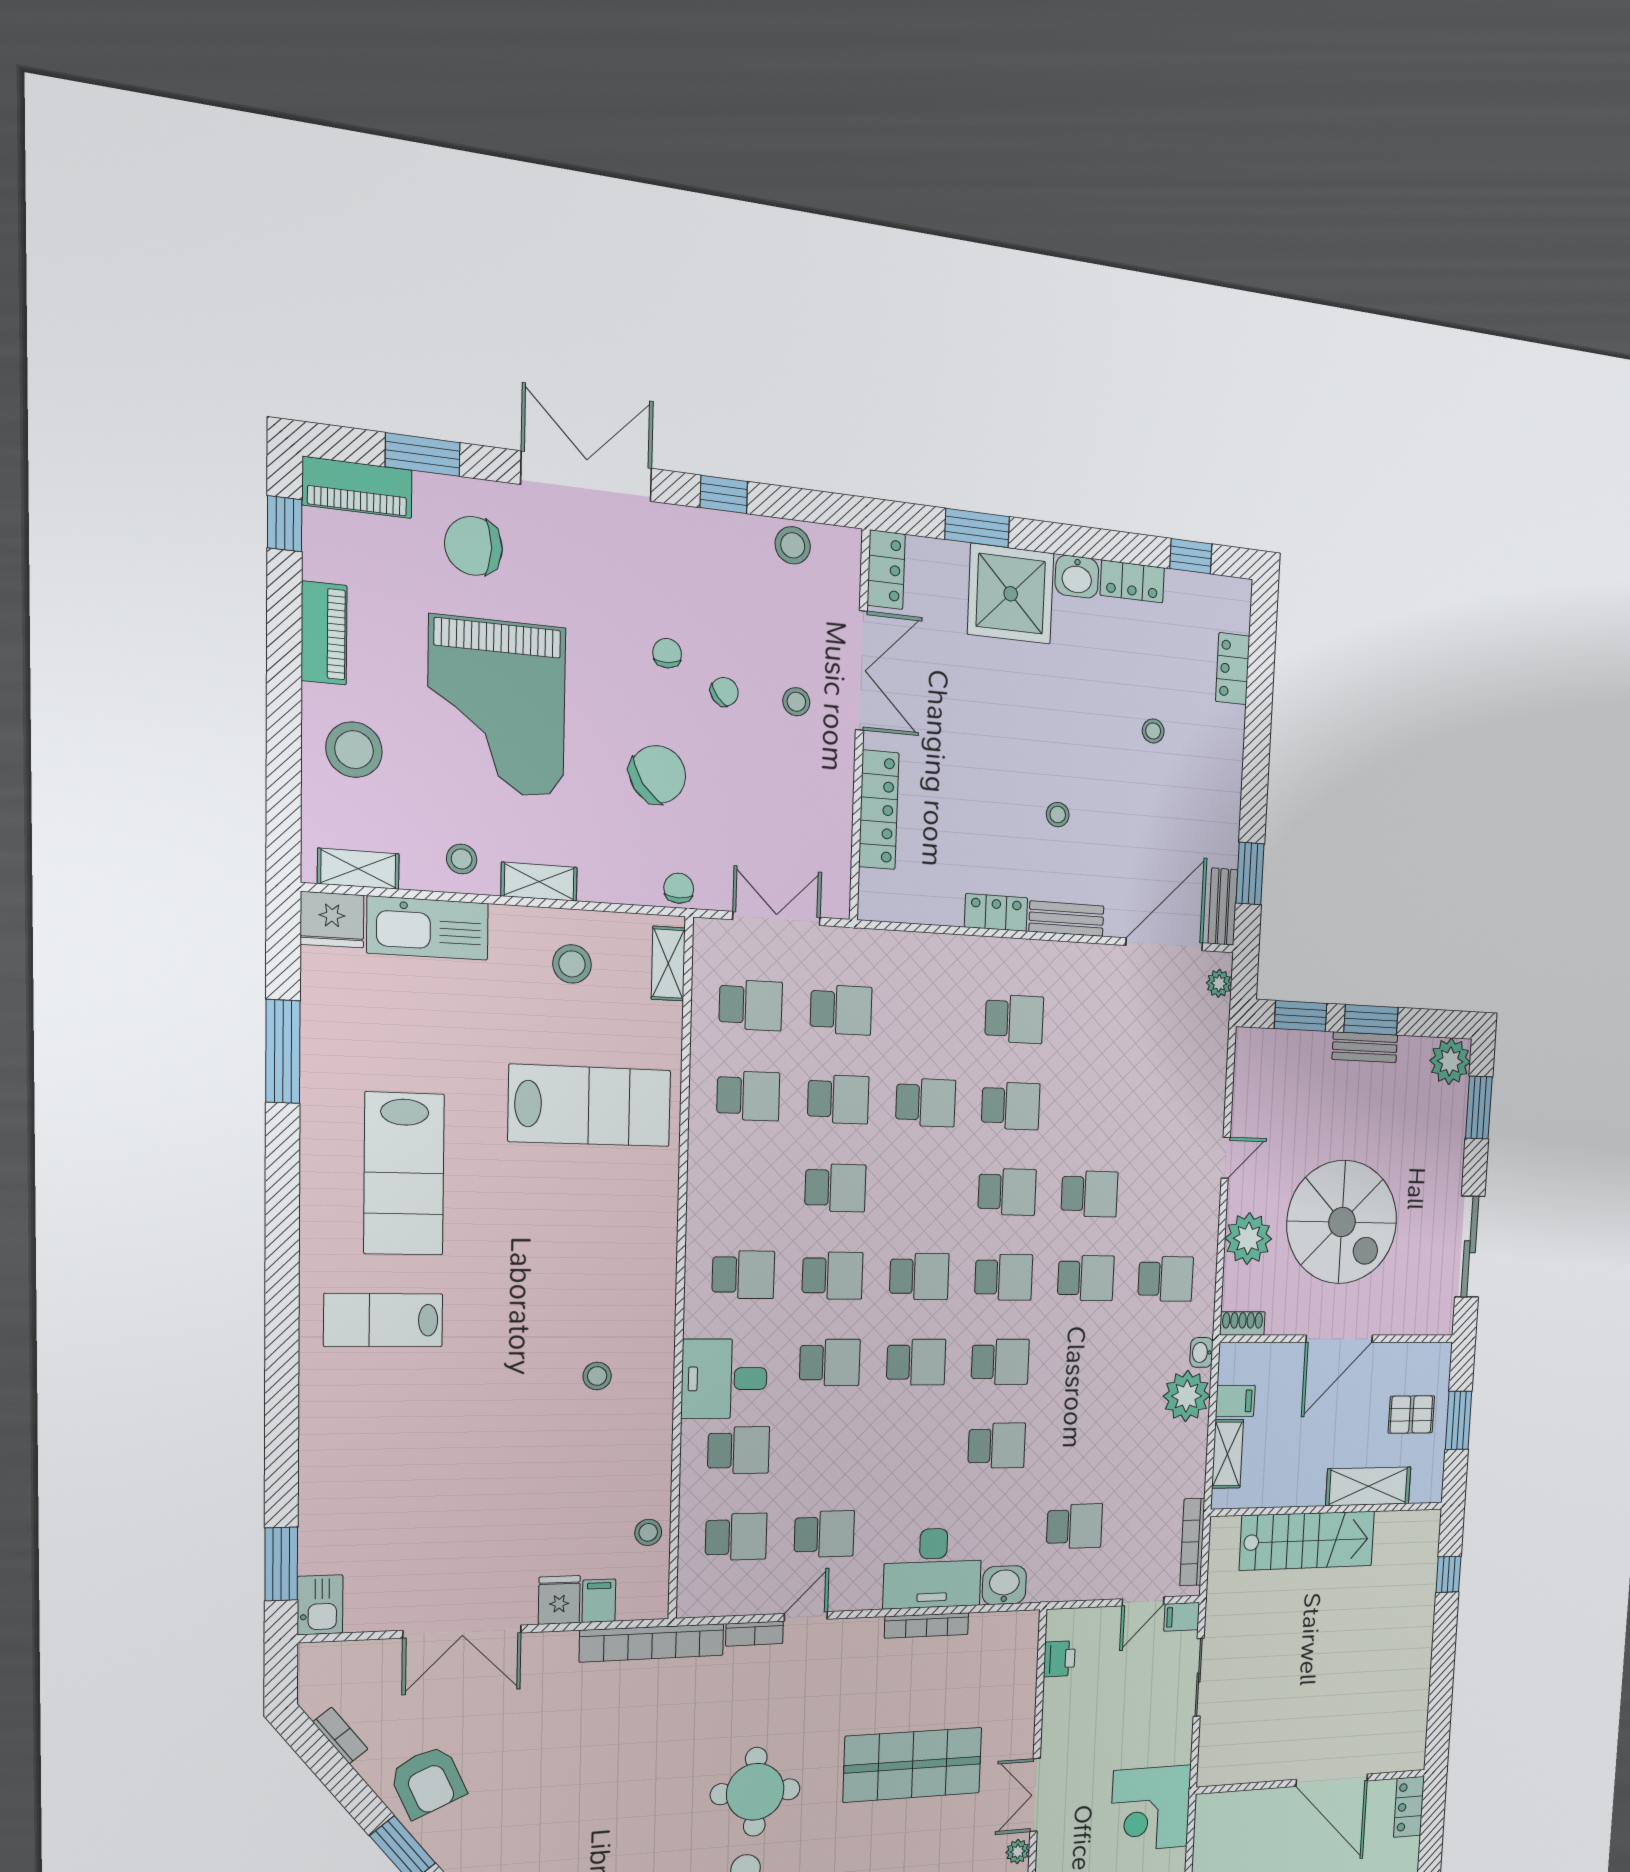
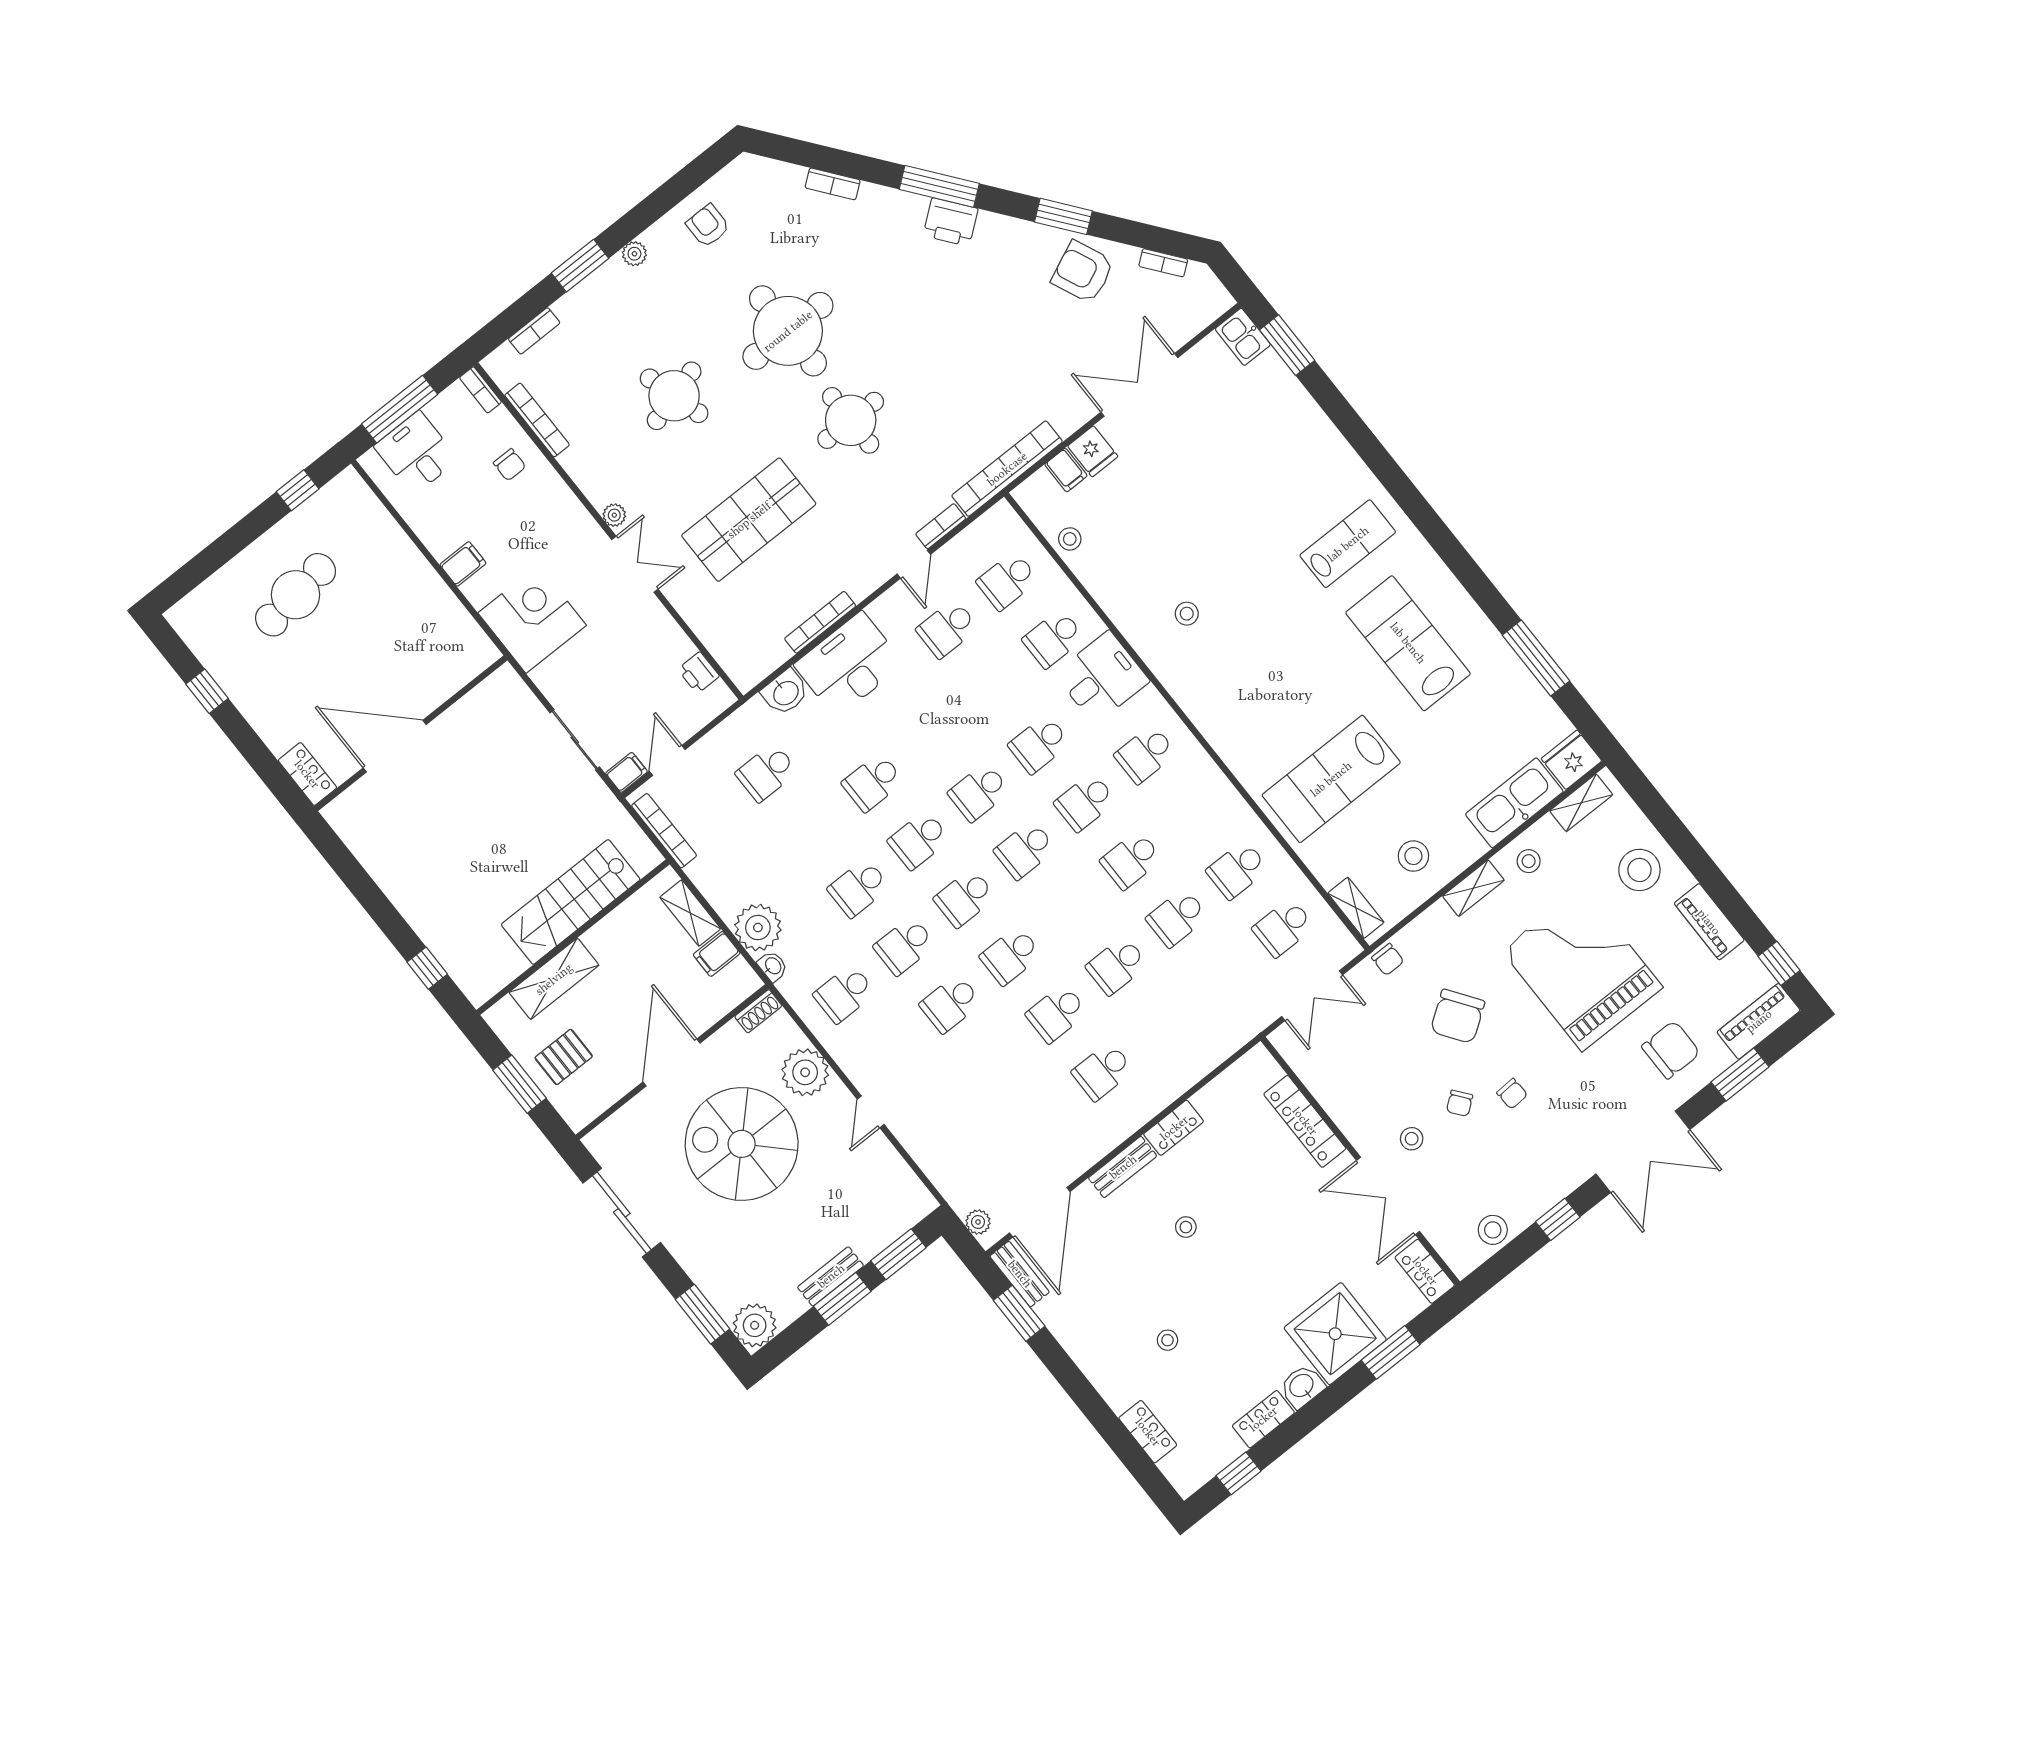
school desk: (841, 1010) -> (858, 888), moved

